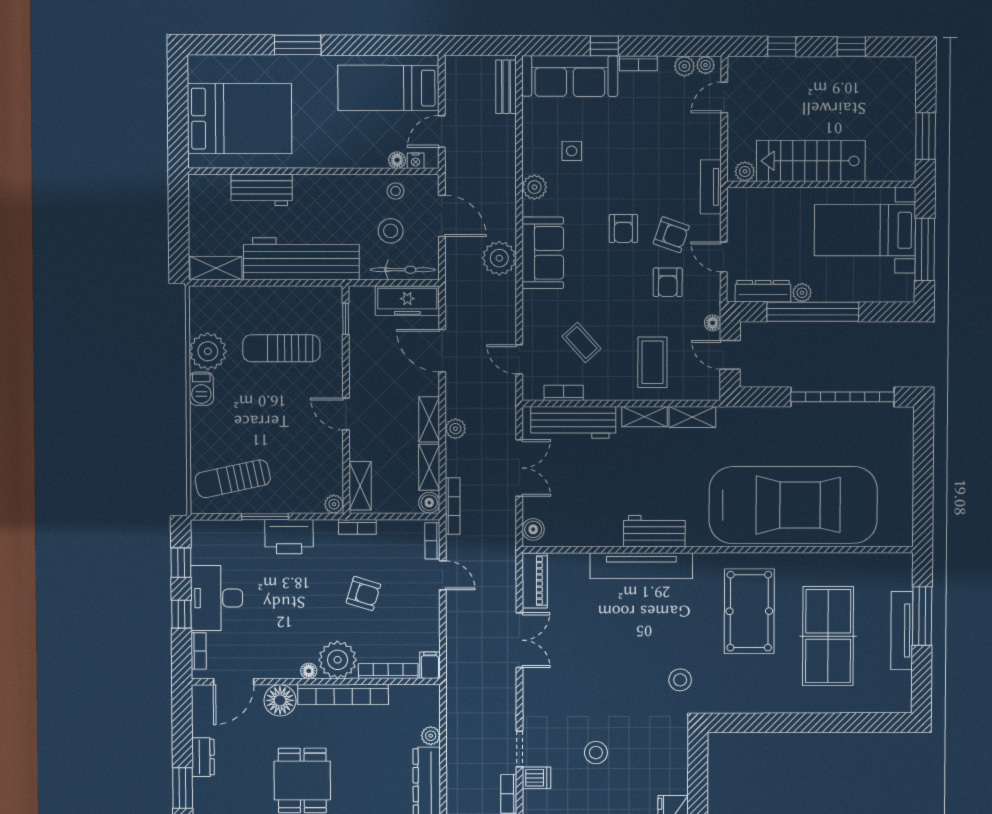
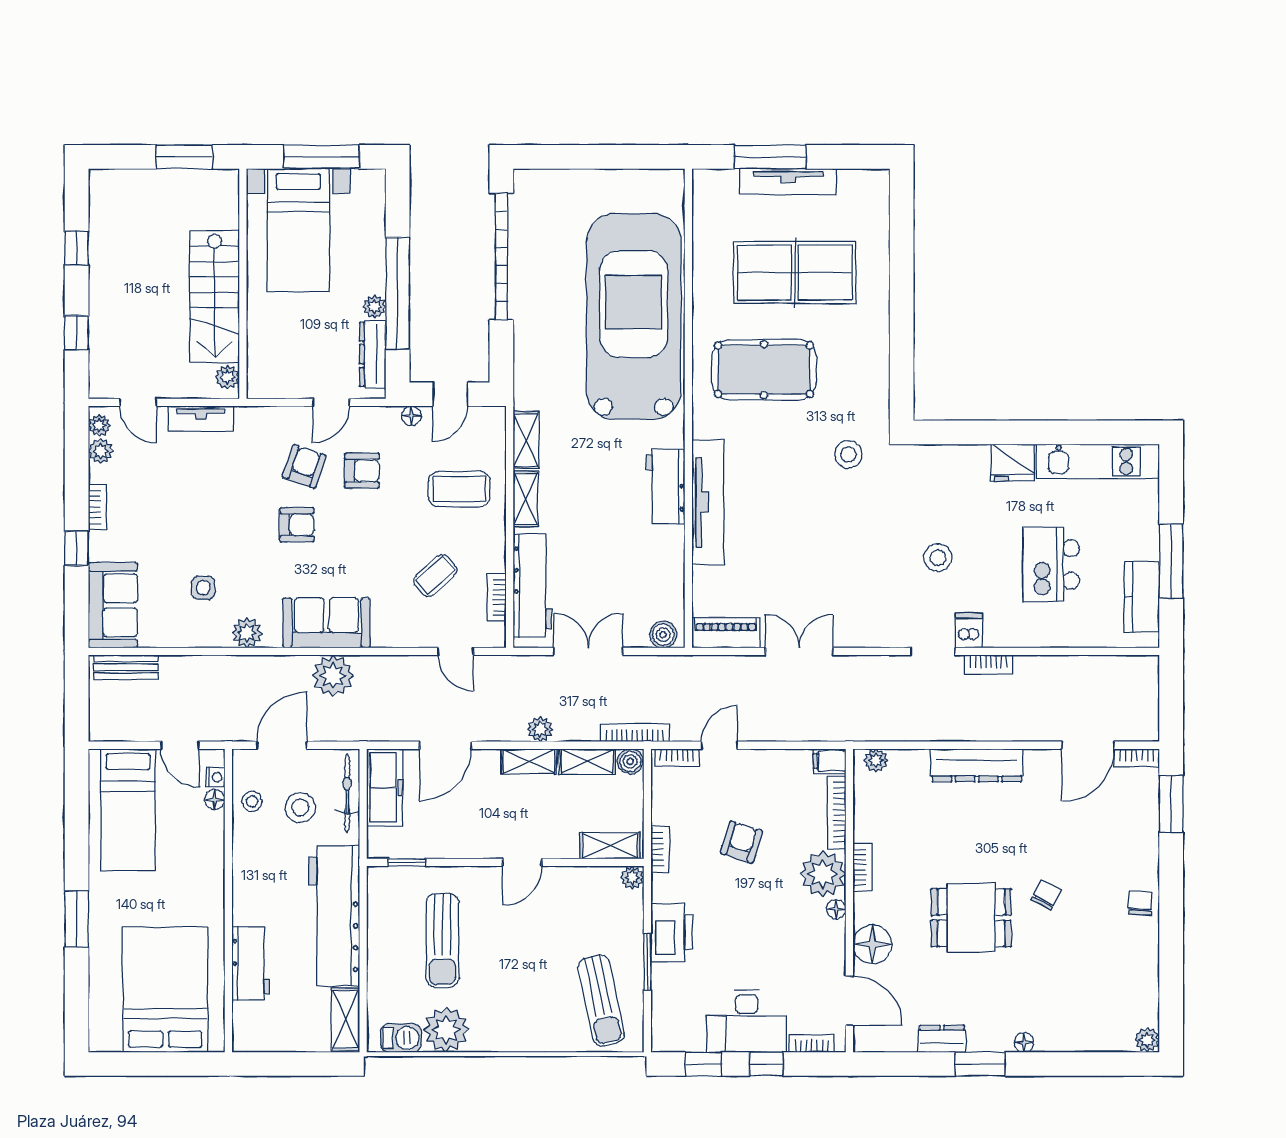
sofa: (570, 76) -> (113, 605), width x0.73
tv unit: (711, 187) -> (201, 418), moved
door: (519, 359) -> (456, 651), hinge flipped
barbecue: (201, 389) -> (401, 1038), moved
bookcase: (343, 695) -> (863, 867), width x0.43, depth x0.76
plant: (431, 736) -> (876, 760), moved

